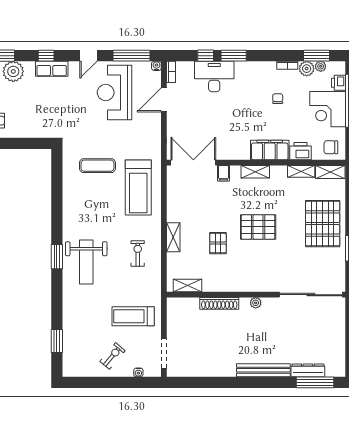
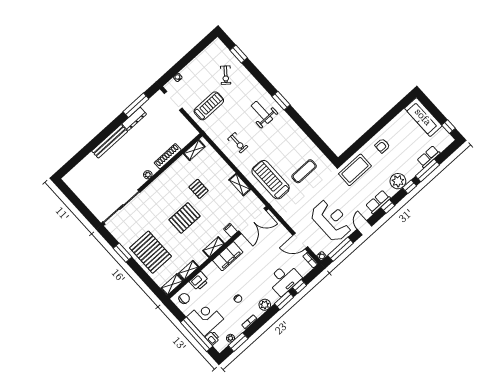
plant: (307, 69) -> (265, 305), moved
door: (164, 100) -> (300, 241), swing flipped
coffee table: (46, 121) -> (355, 170), added
filing cabinet: (270, 150) -> (228, 256), moved
shelving: (173, 237) -> (240, 185), moved
weight bench: (86, 262) -> (262, 112), width x0.73, depth x0.75
exercise bike: (112, 356) -> (226, 75), moved
dresser: (308, 370) -> (134, 119), moved
window: (315, 382) -> (136, 105), moved

